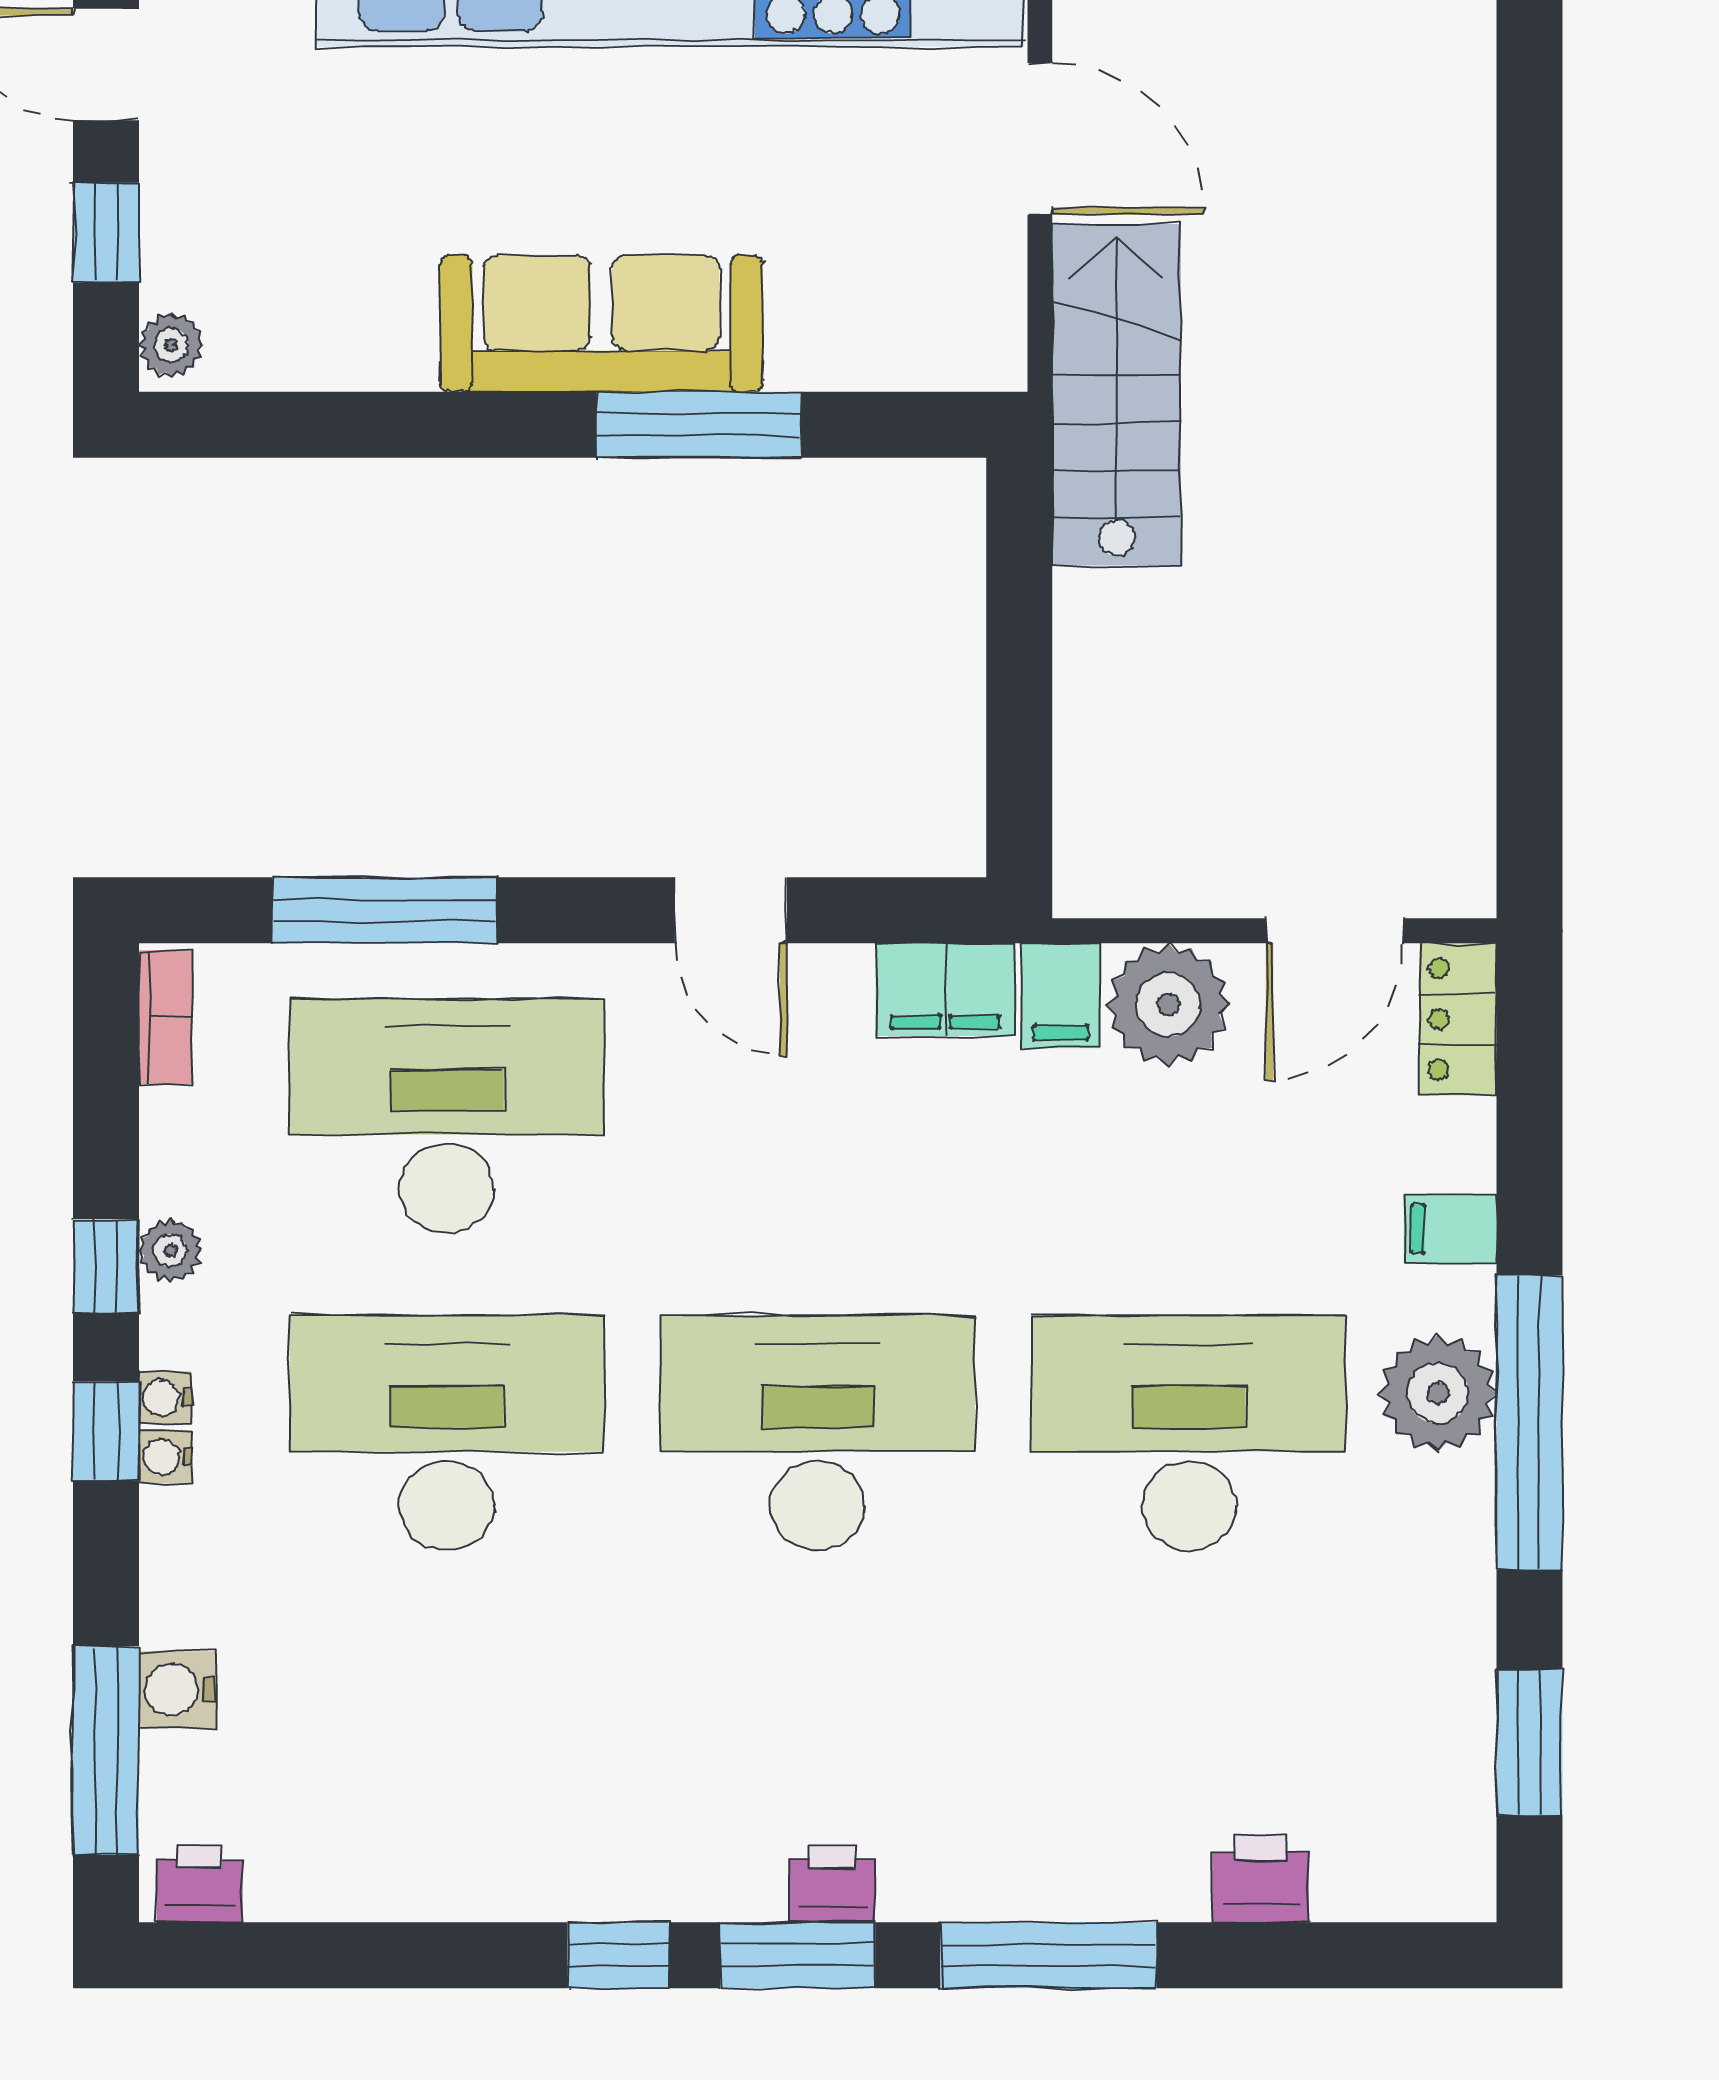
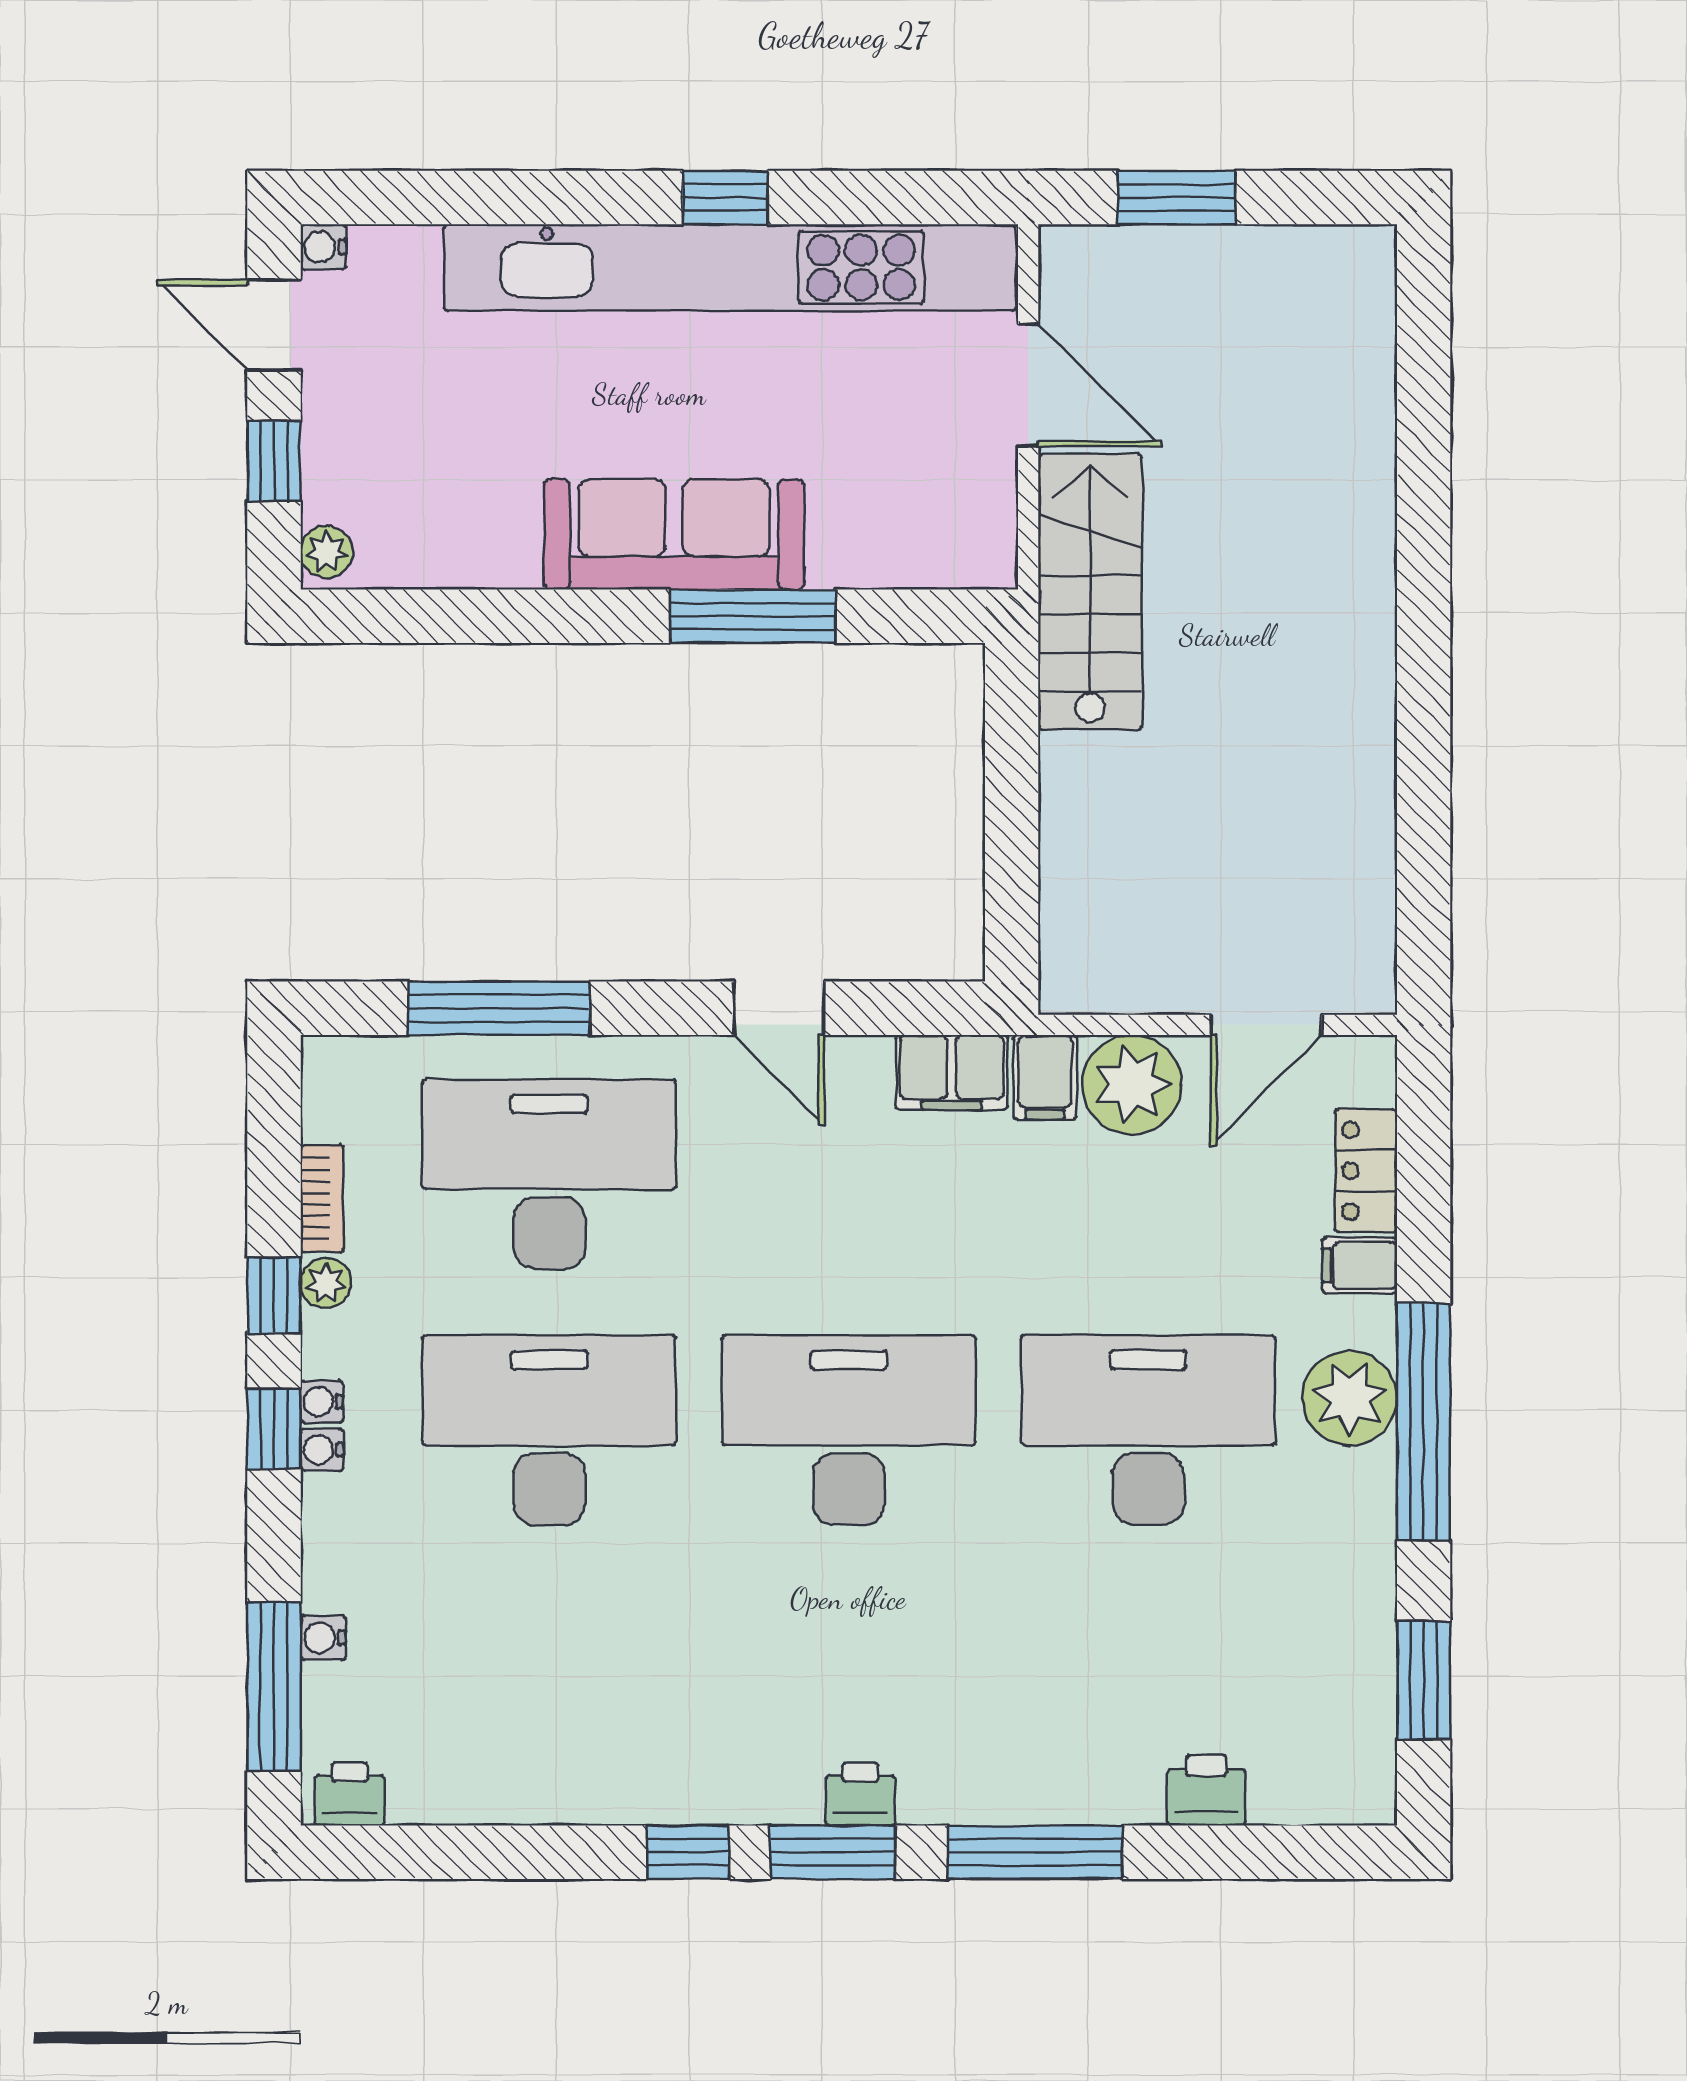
bookcase: (166, 1017) -> (322, 1199), moved
locker: (1458, 1019) -> (1366, 1171), moved
water cooler: (177, 1690) -> (323, 1638), width x0.72, depth x0.72

